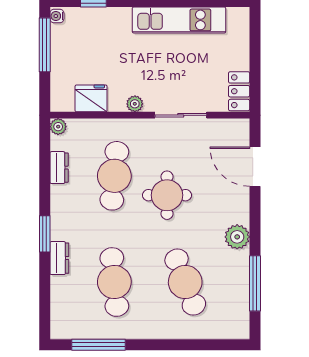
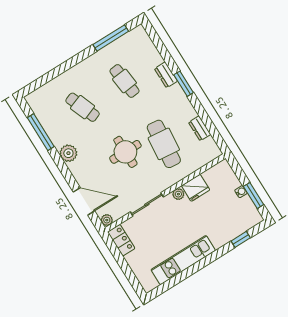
water cooler: (57, 16) -> (241, 192), moved
window: (45, 45) -> (254, 196), width x0.69
fridge: (91, 98) -> (196, 188), moved
plant: (58, 127) -> (107, 220), moved
cafe table: (114, 282) -> (124, 81), width x0.73, depth x0.74
cafe table: (185, 282) -> (83, 107), width x0.73, depth x0.74

